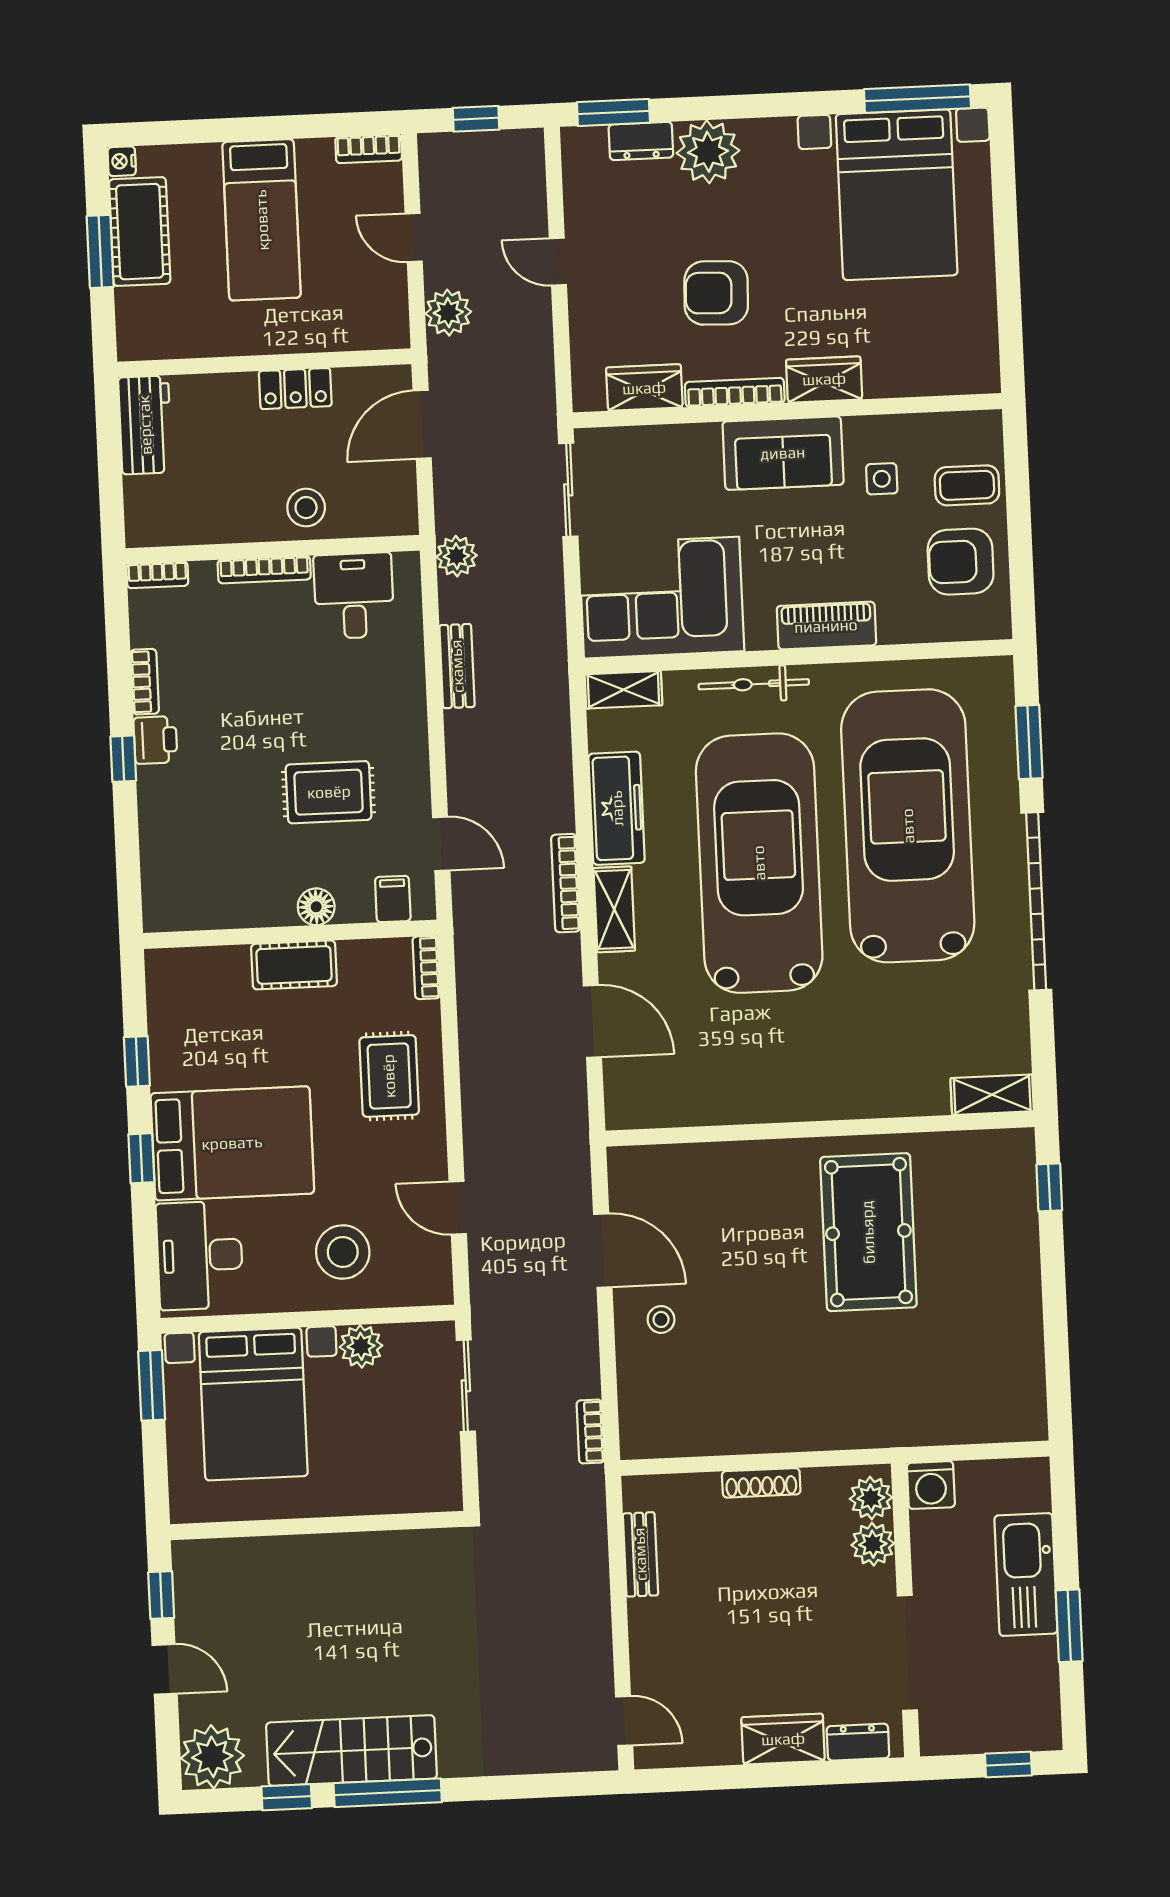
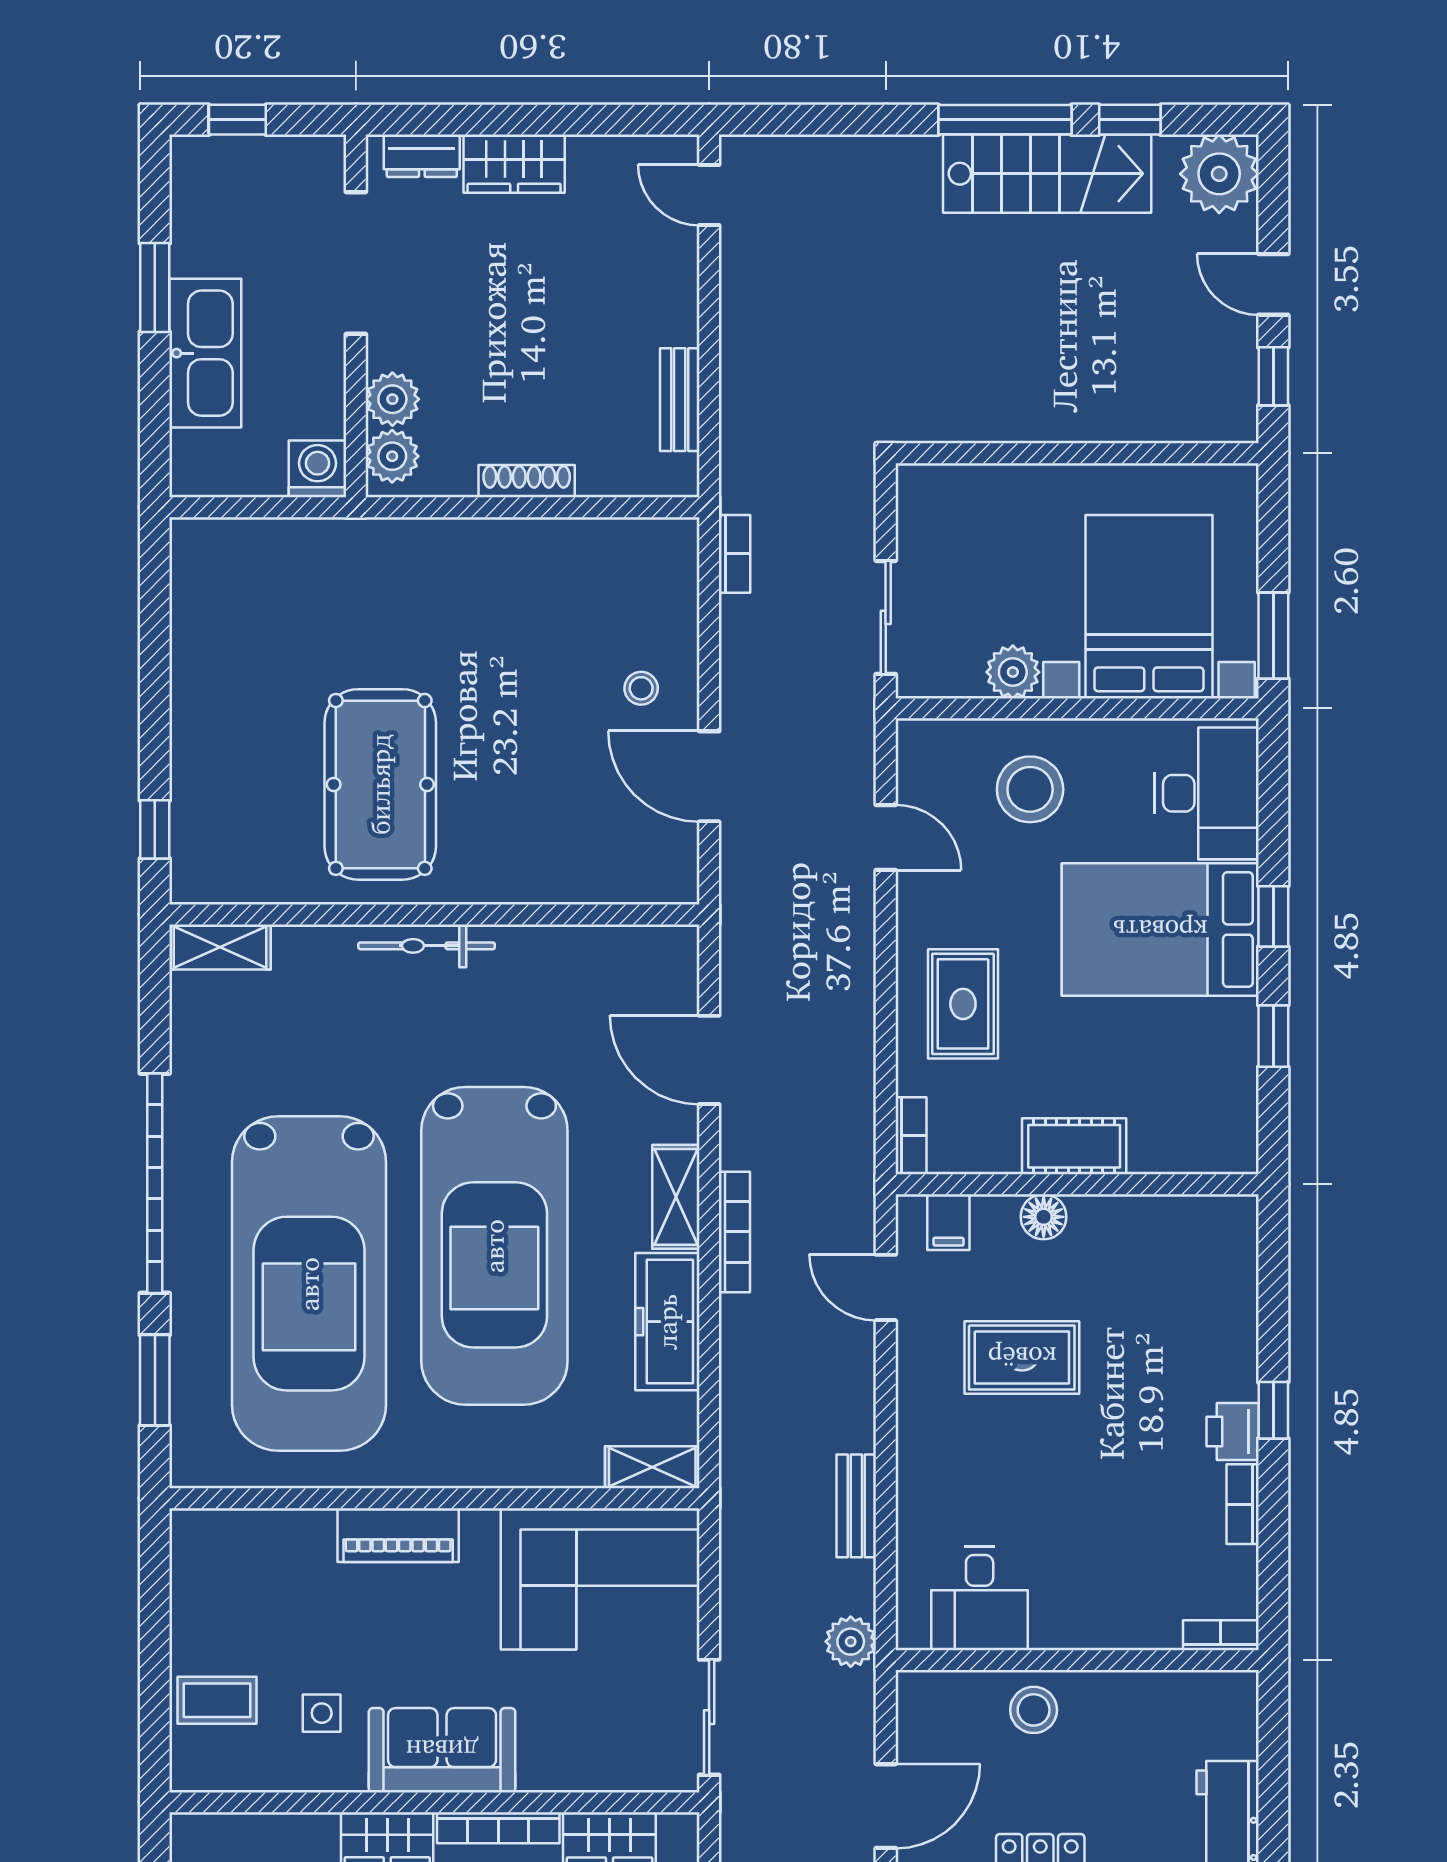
armchair: (961, 562) -> (229, 1607), removed
bookcase: (264, 570) -> (1089, 1636), removed
bicycle: (754, 684) -> (427, 946), moved, turned 180

